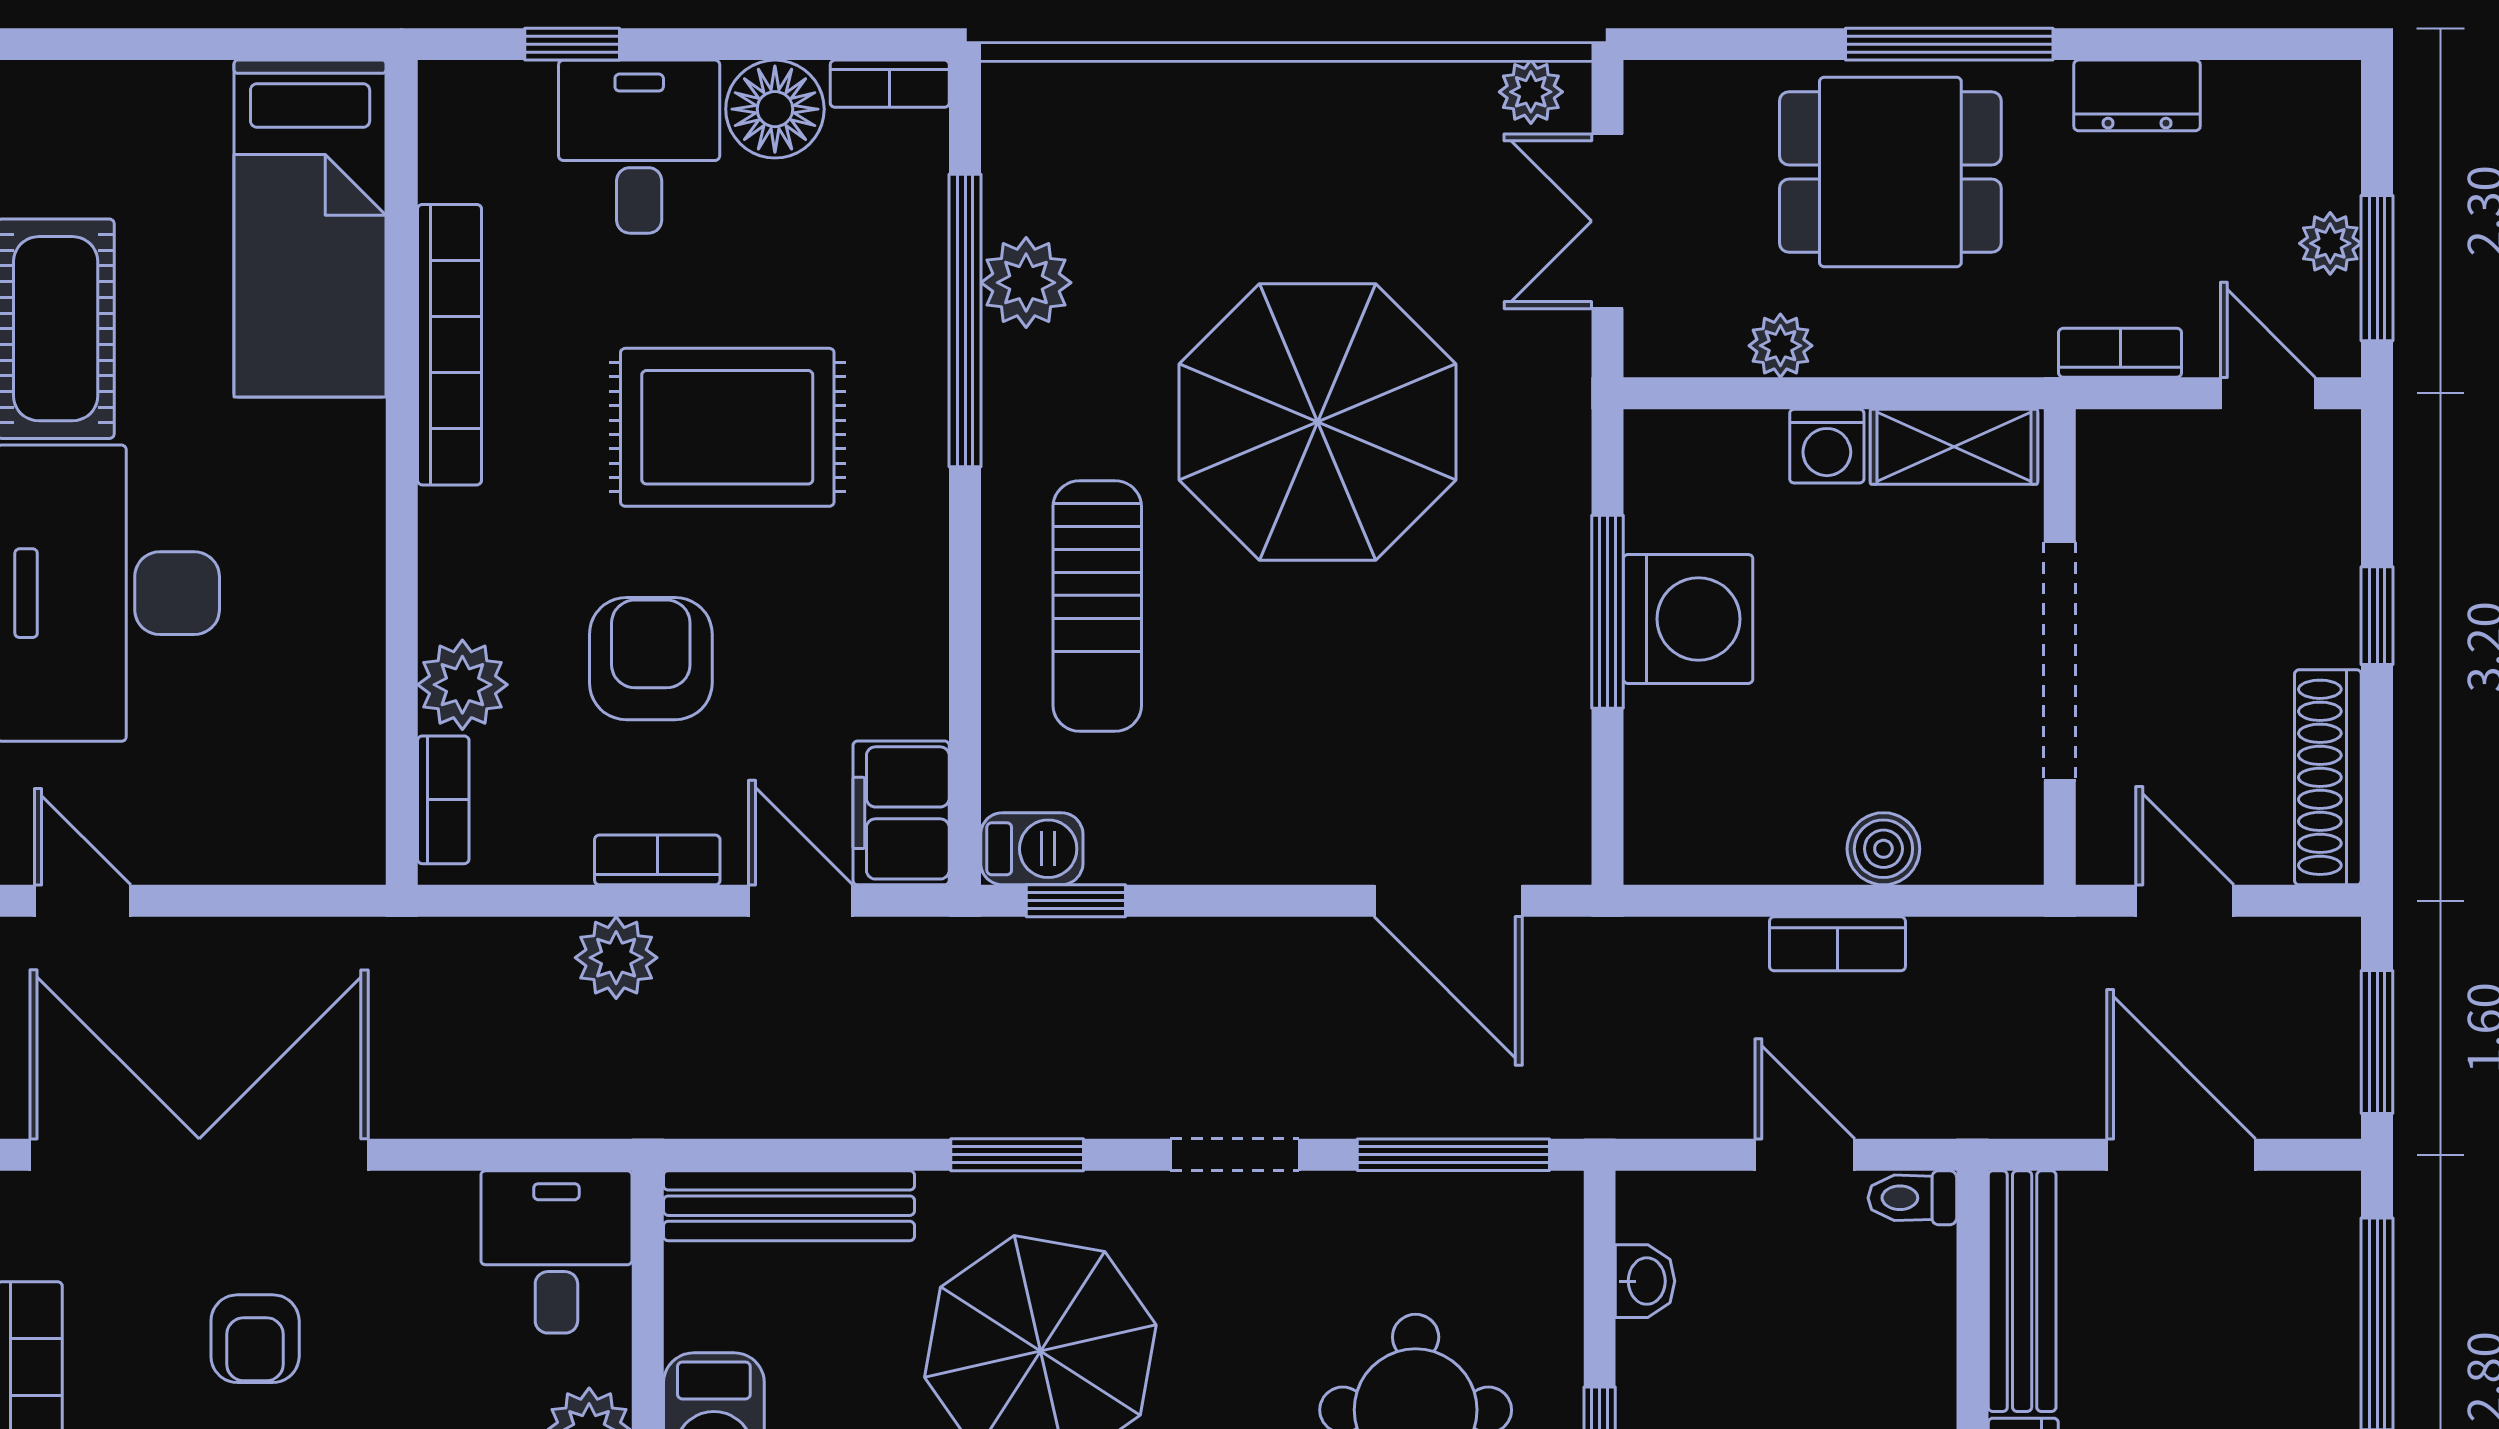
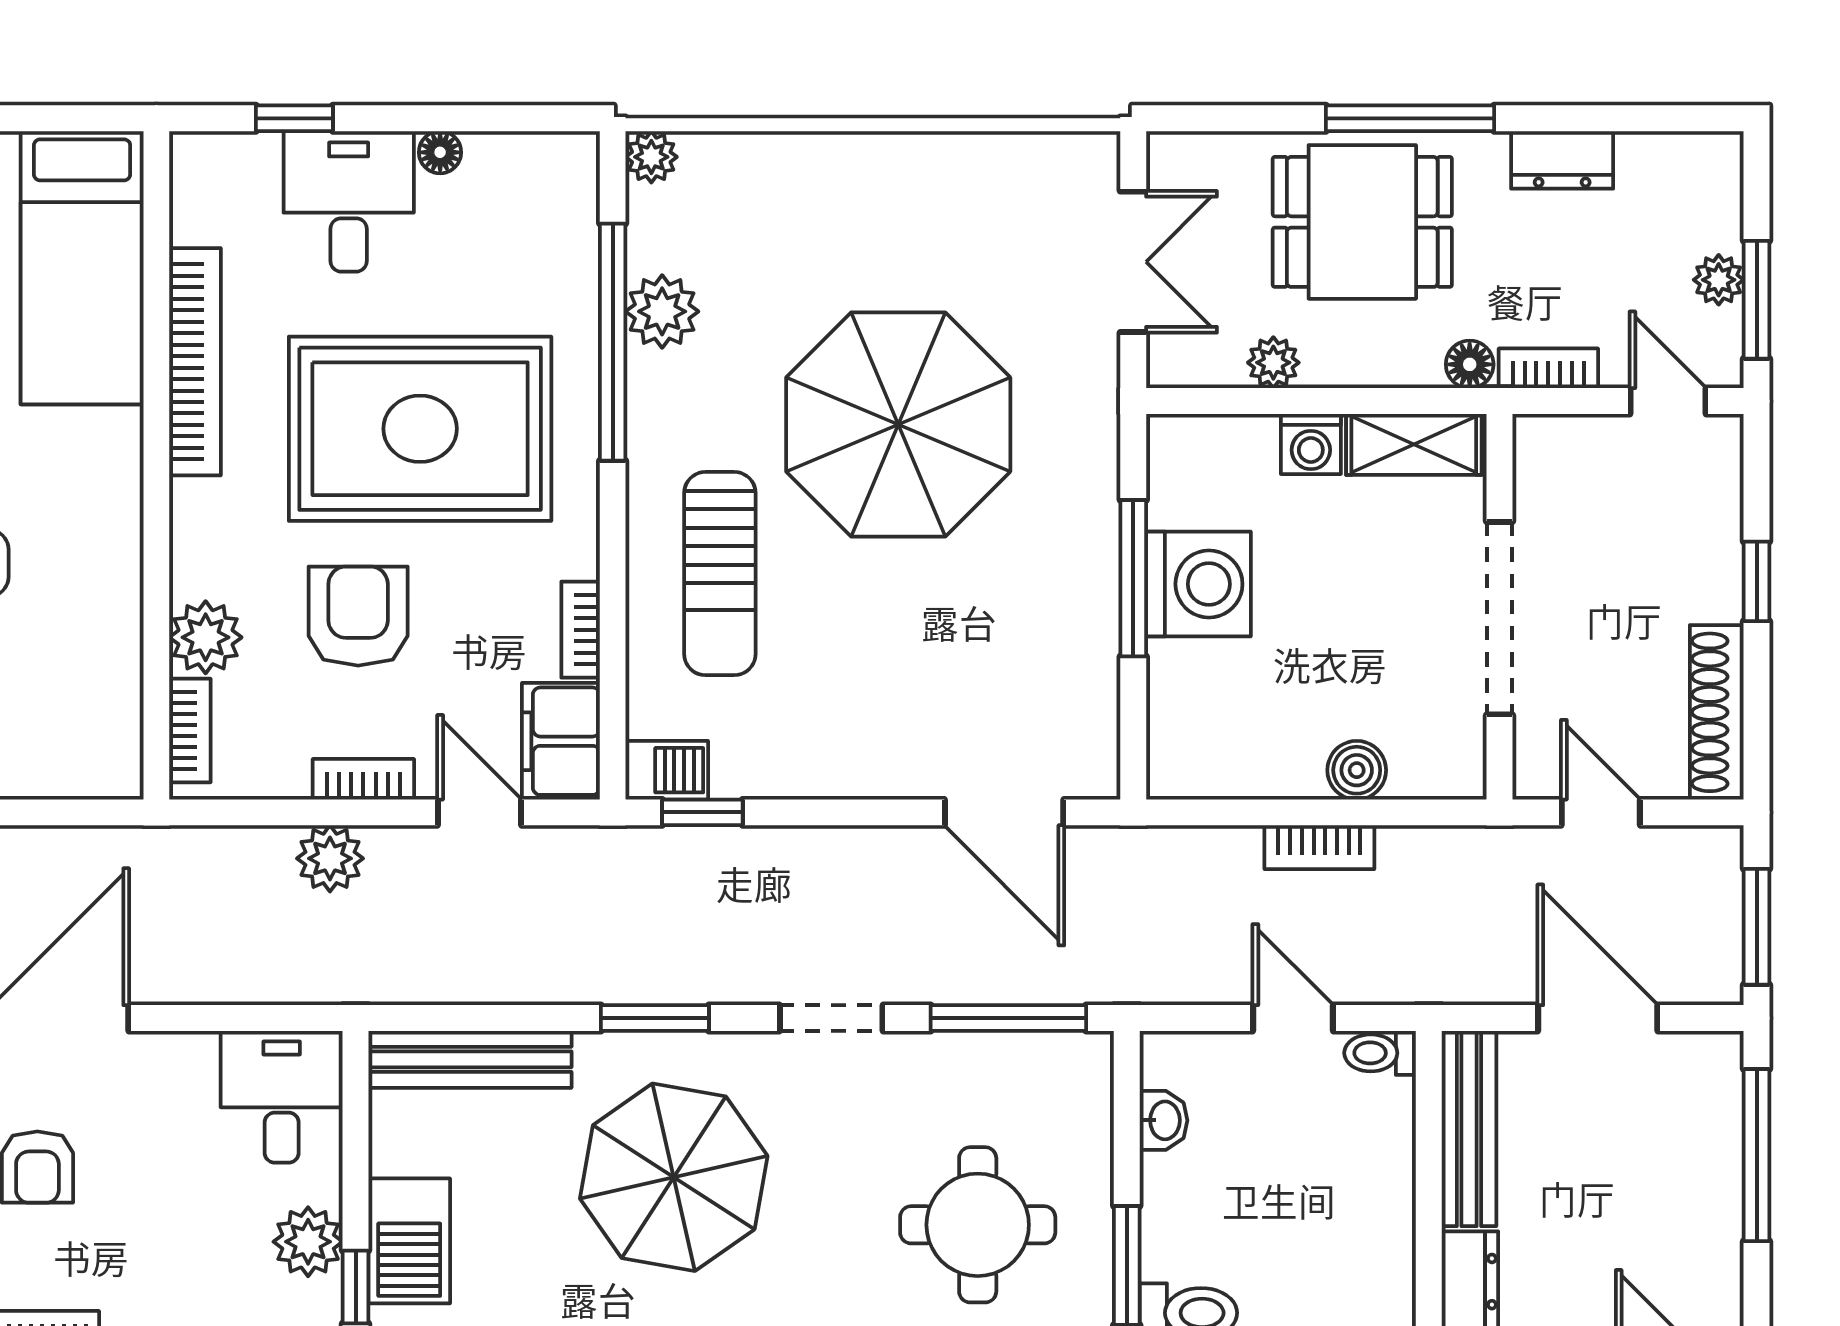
bookcase: (890, 84) -> (581, 630), moved, turned 90
plant: (1531, 92) -> (651, 157), moved
floor lamp: (775, 109) -> (440, 152), width x0.53, depth x0.53
double door: (1608, 221) -> (1133, 262), swing flipped
floor lamp: (2023, 348) -> (1470, 364), added
rug: (727, 427) -> (420, 429), width x1.37, depth x1.44

